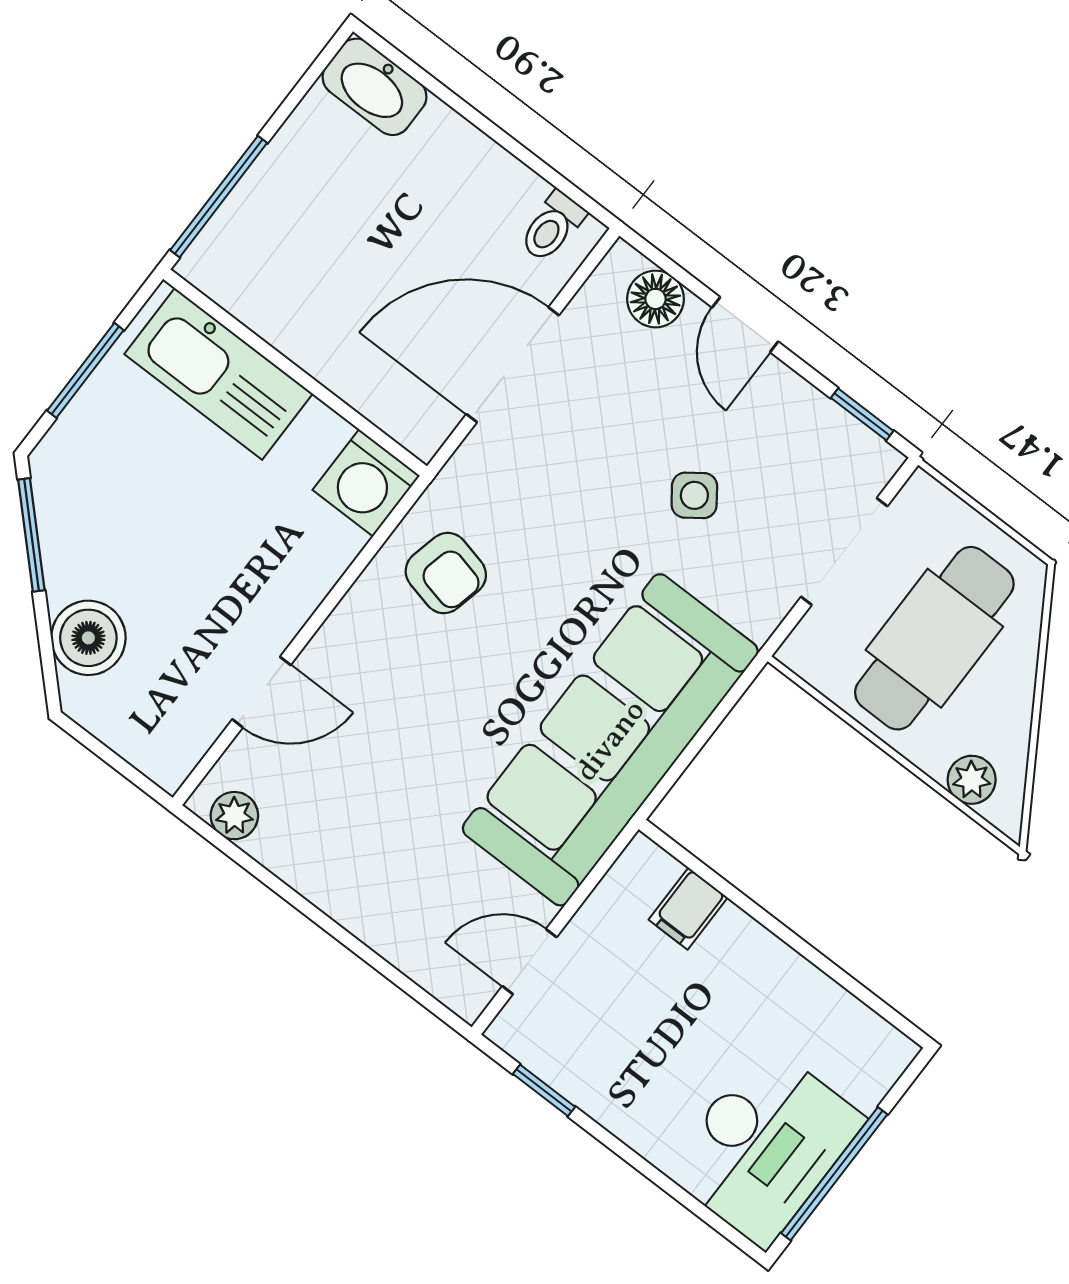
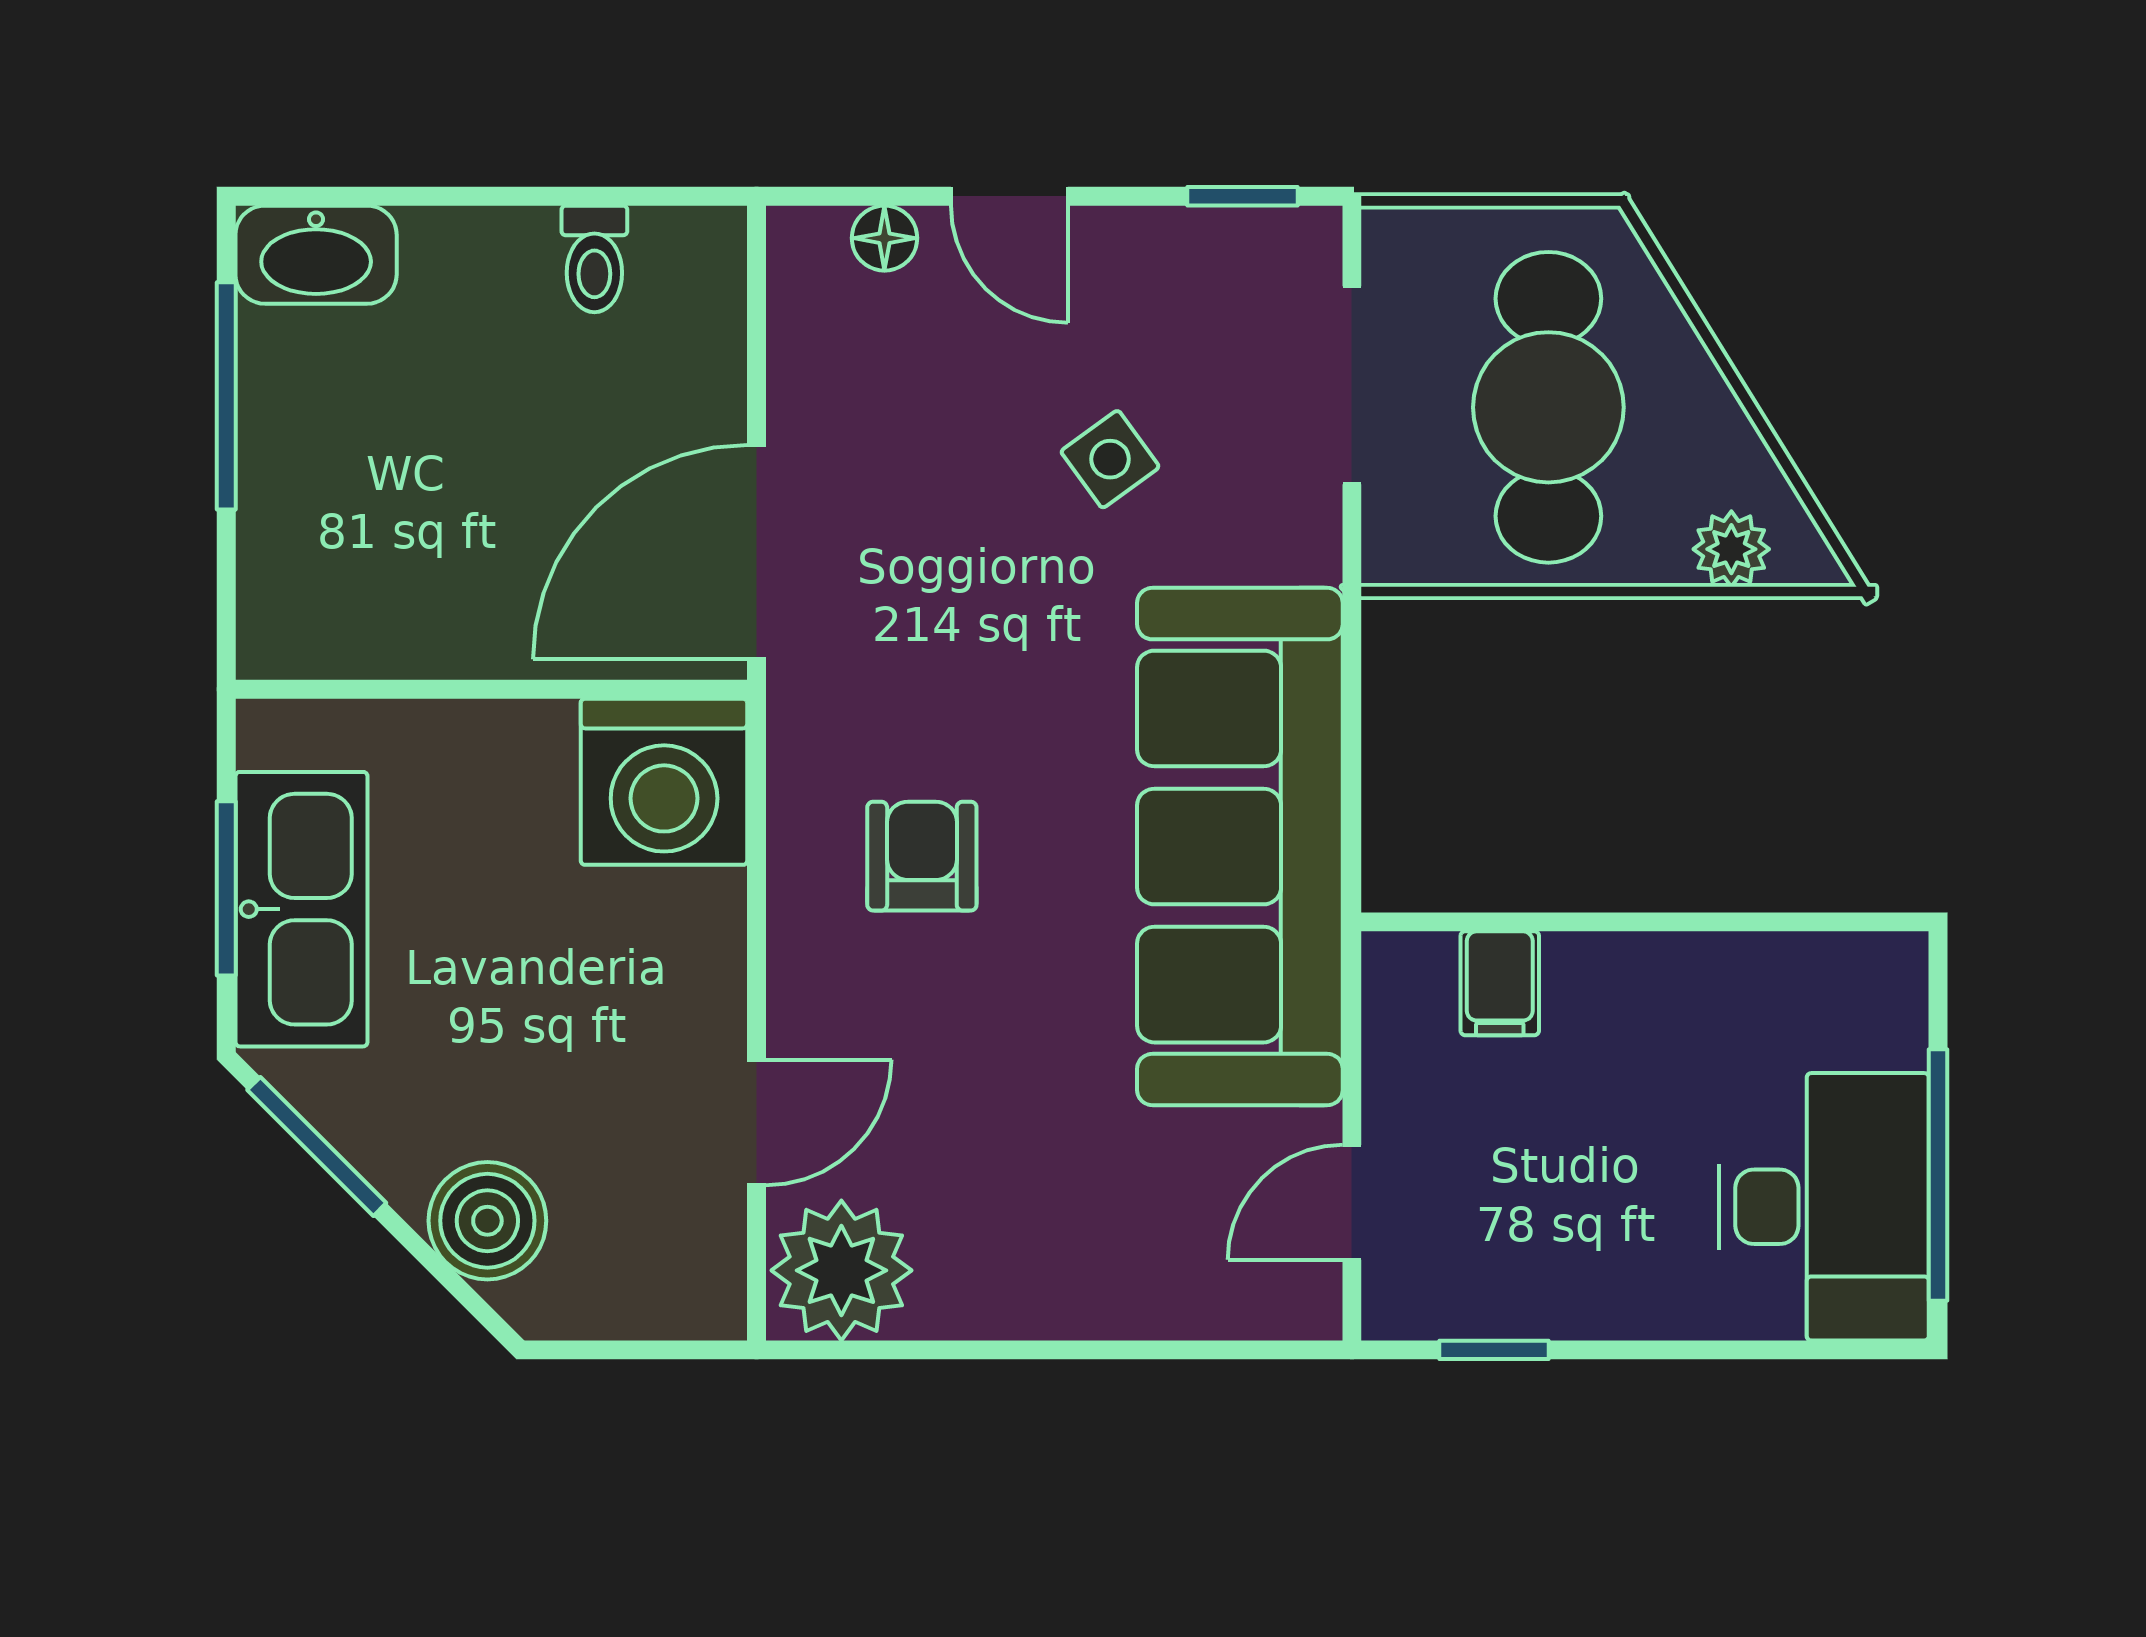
window: (219, 197) -> (226, 396), moved
toilet: (552, 227) -> (594, 259), moved
floor lamp: (656, 299) -> (884, 238), width x0.73, depth x0.73
door: (513, 365) -> (757, 552), moved
kitchen sink: (219, 374) -> (301, 909), moved, turned -90
washing machine: (366, 483) -> (664, 782), width x1.37, depth x1.37
armchair: (446, 573) -> (922, 856), moved, turned -103
plant: (234, 816) -> (841, 1270), width x1.88, depth x1.88

